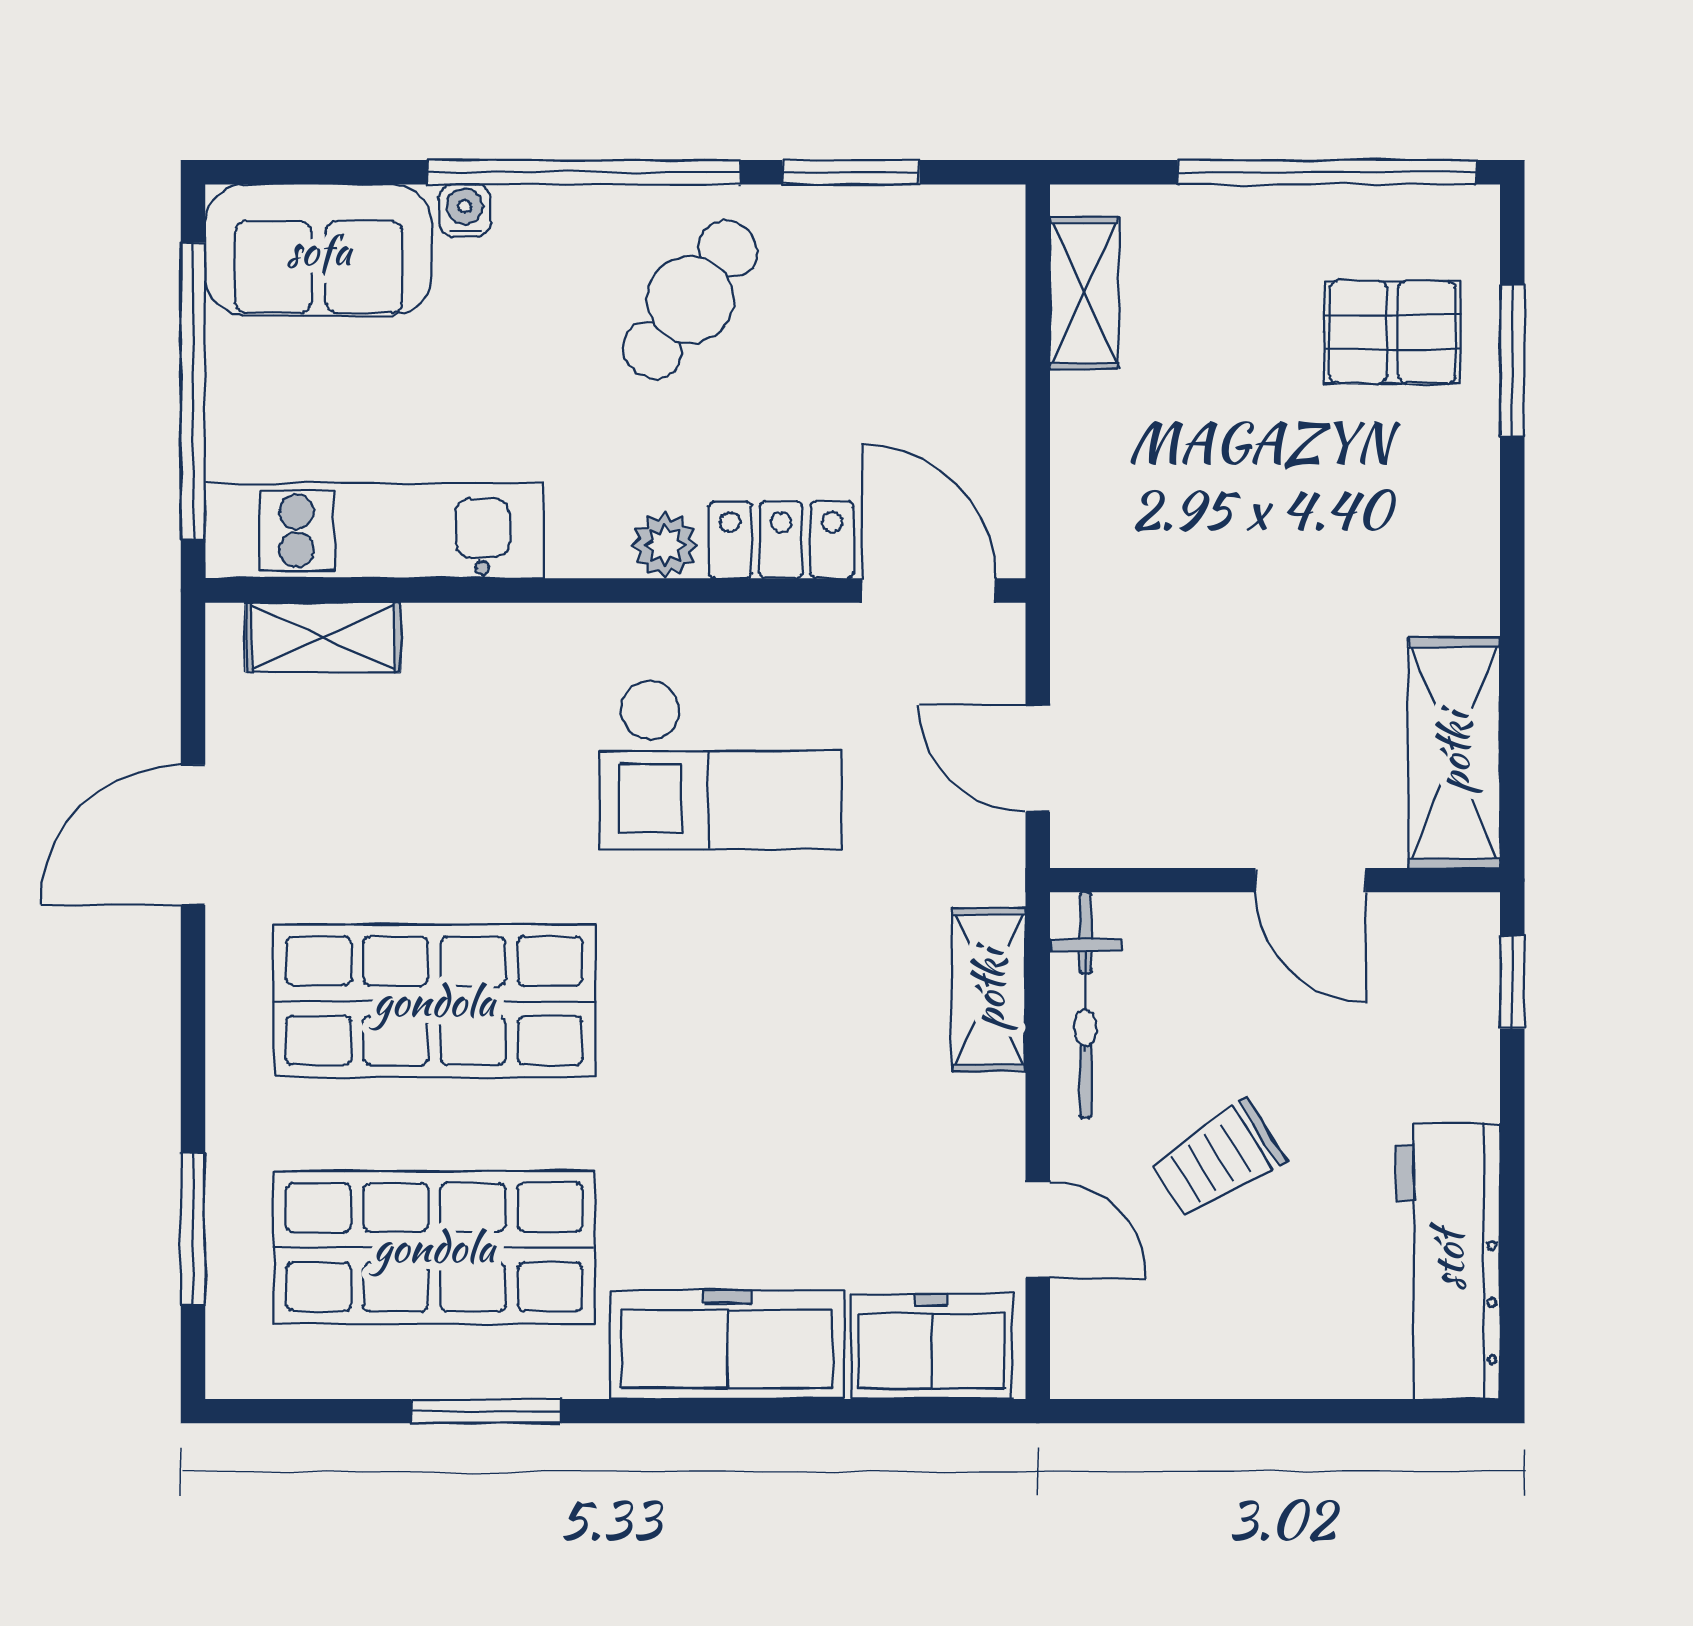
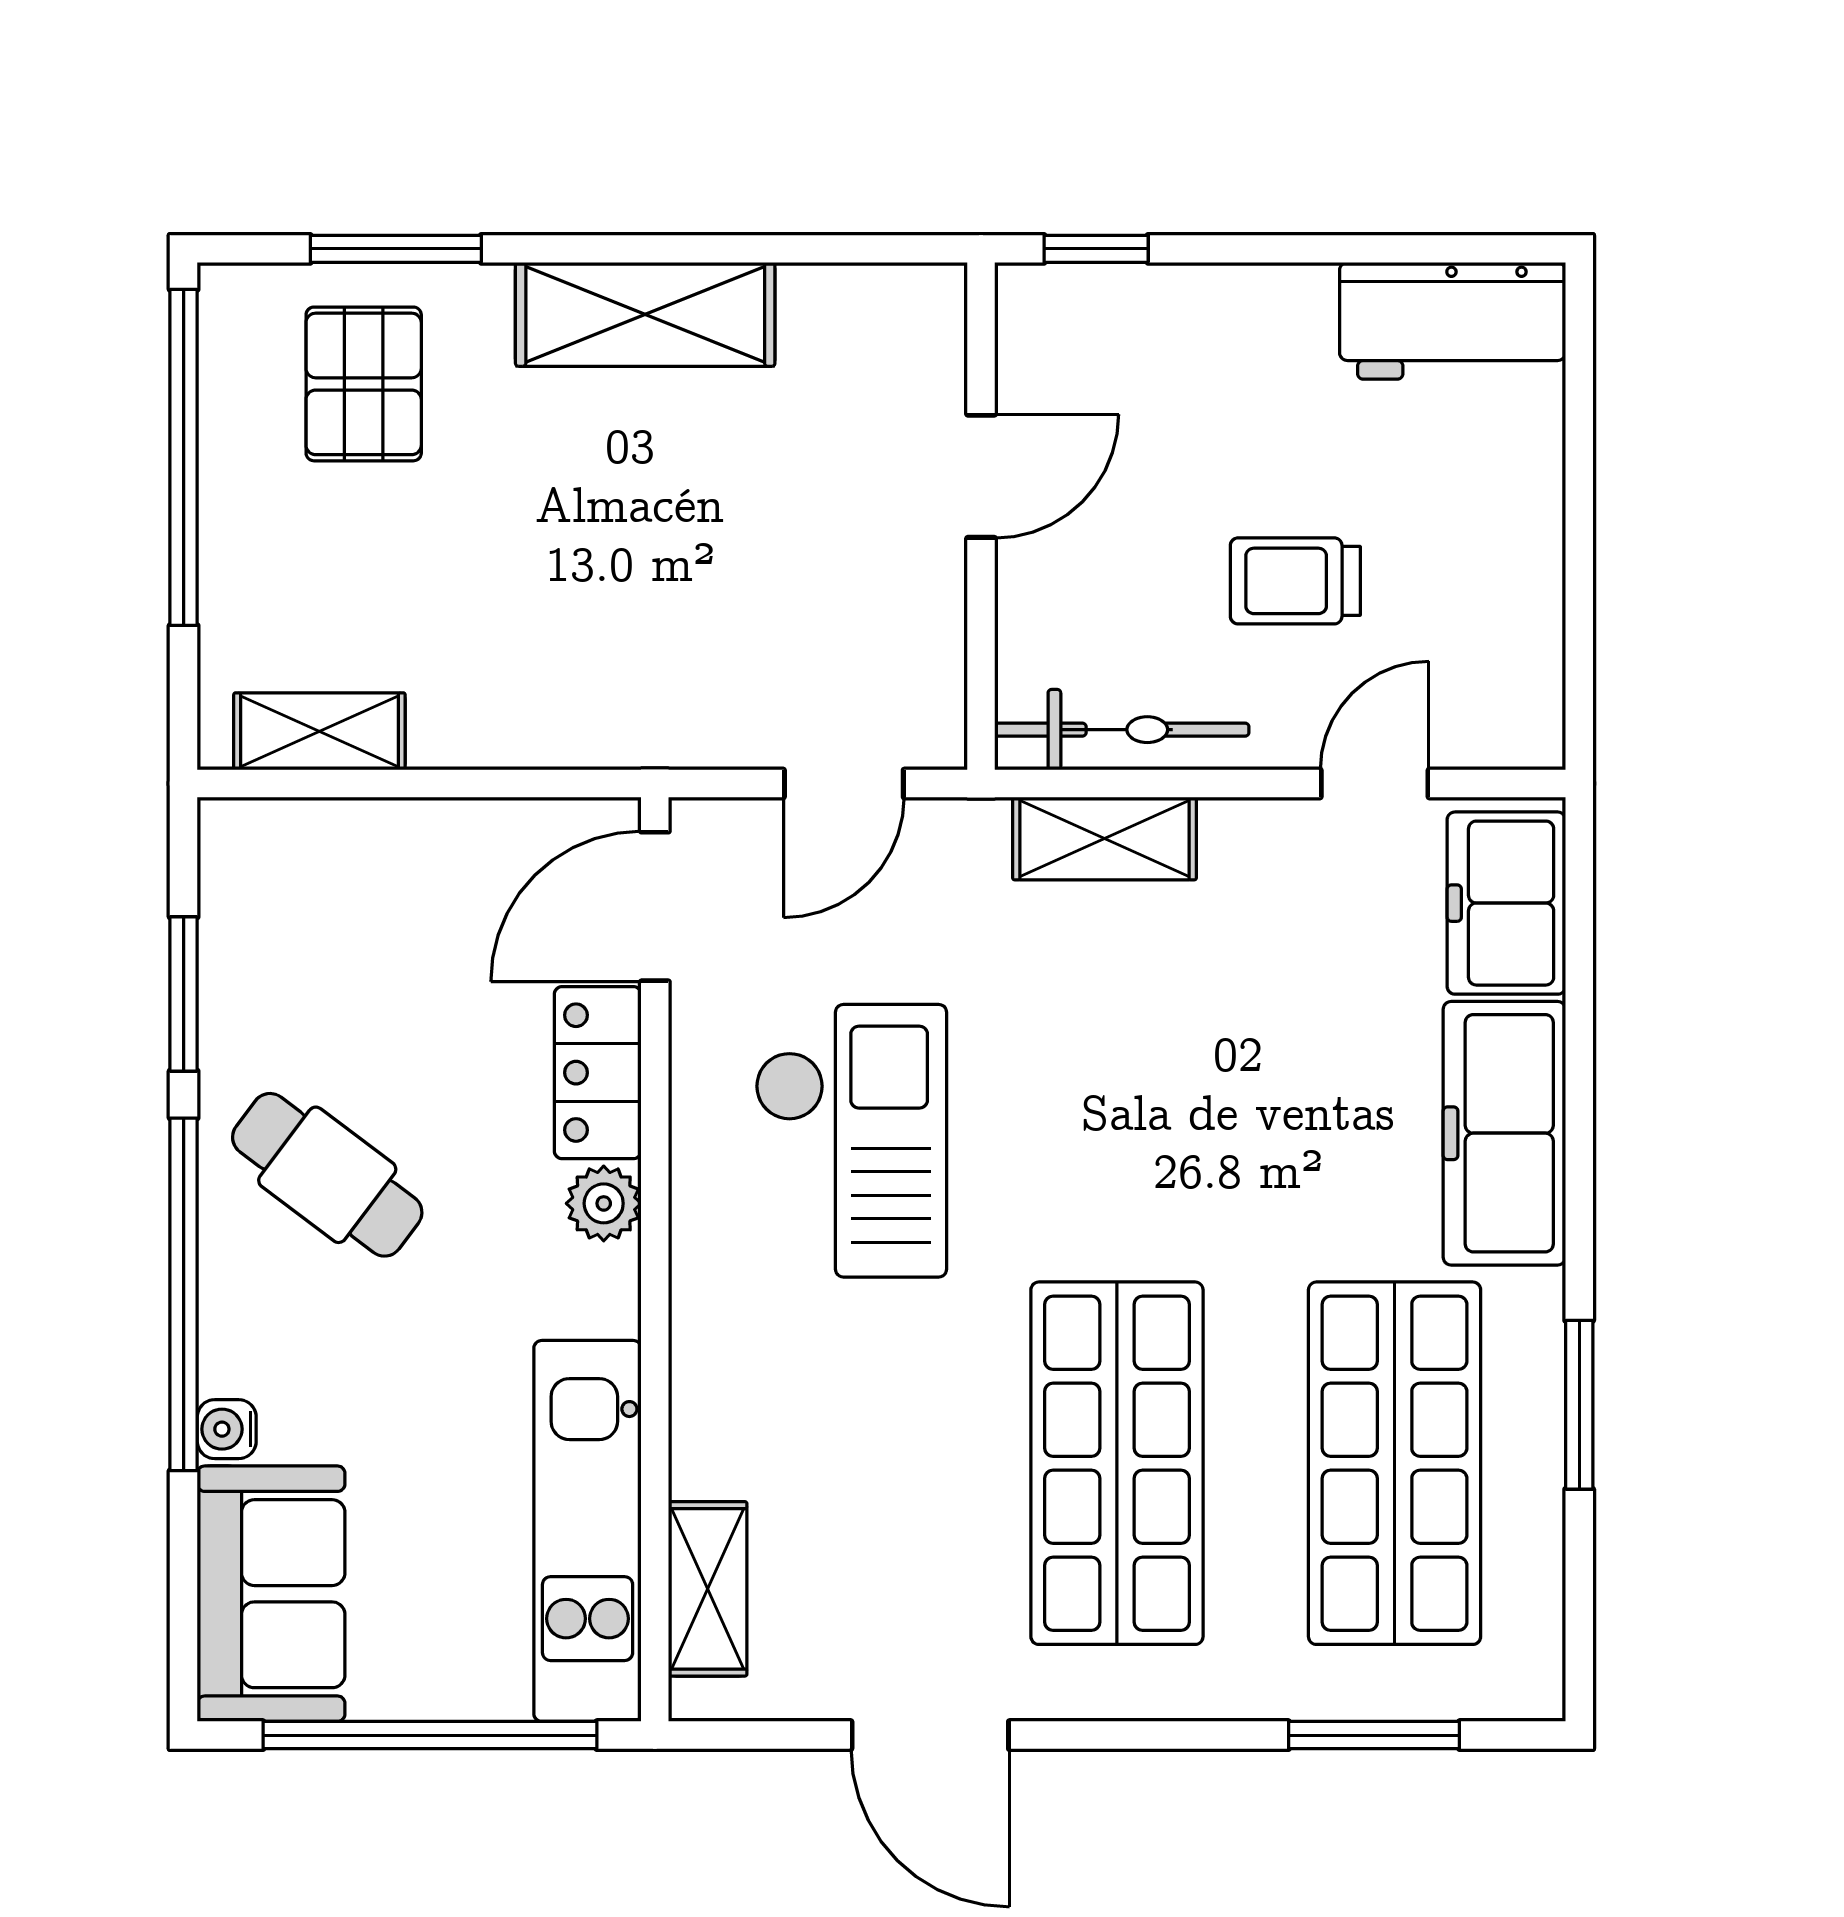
shelving: (1454, 753) -> (645, 314), moved
trolley: (1218, 1159) -> (1295, 581), turned 122
workbench: (1448, 1261) -> (1453, 321), width x0.73

